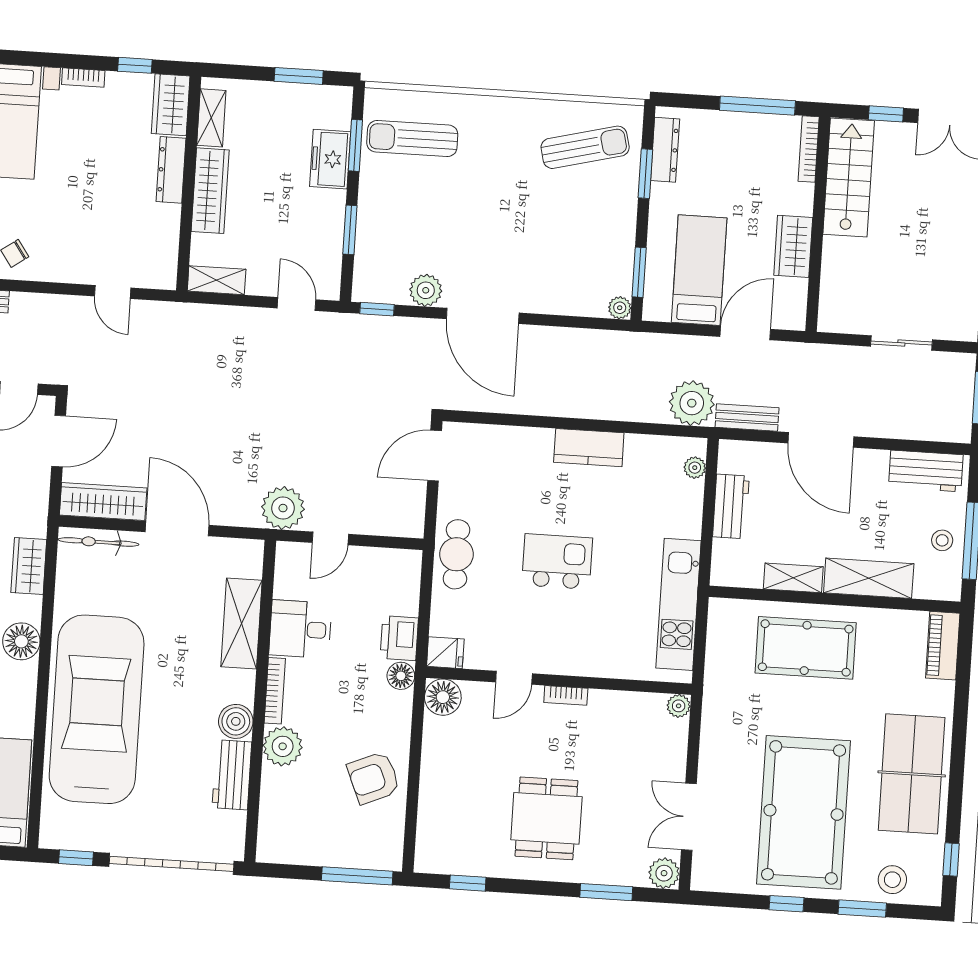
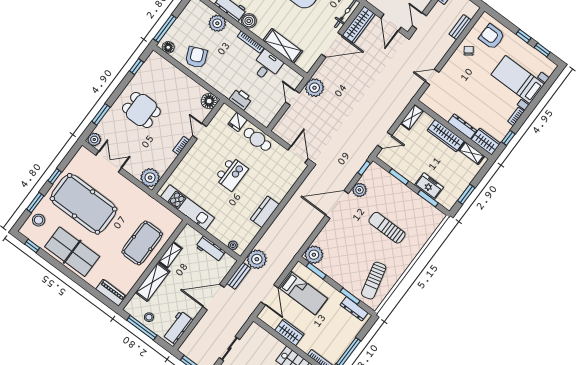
sun lounger: (412, 139) -> (387, 228), moved, turned -90
plant: (620, 308) -> (314, 255), width x1.88, depth x1.88
fridge: (445, 653) -> (238, 122), moved
floor lamp: (401, 676) -> (168, 47), moved
plant: (679, 706) -> (150, 178), width x1.88, depth x1.88
plant: (283, 746) -> (217, 23), moved

